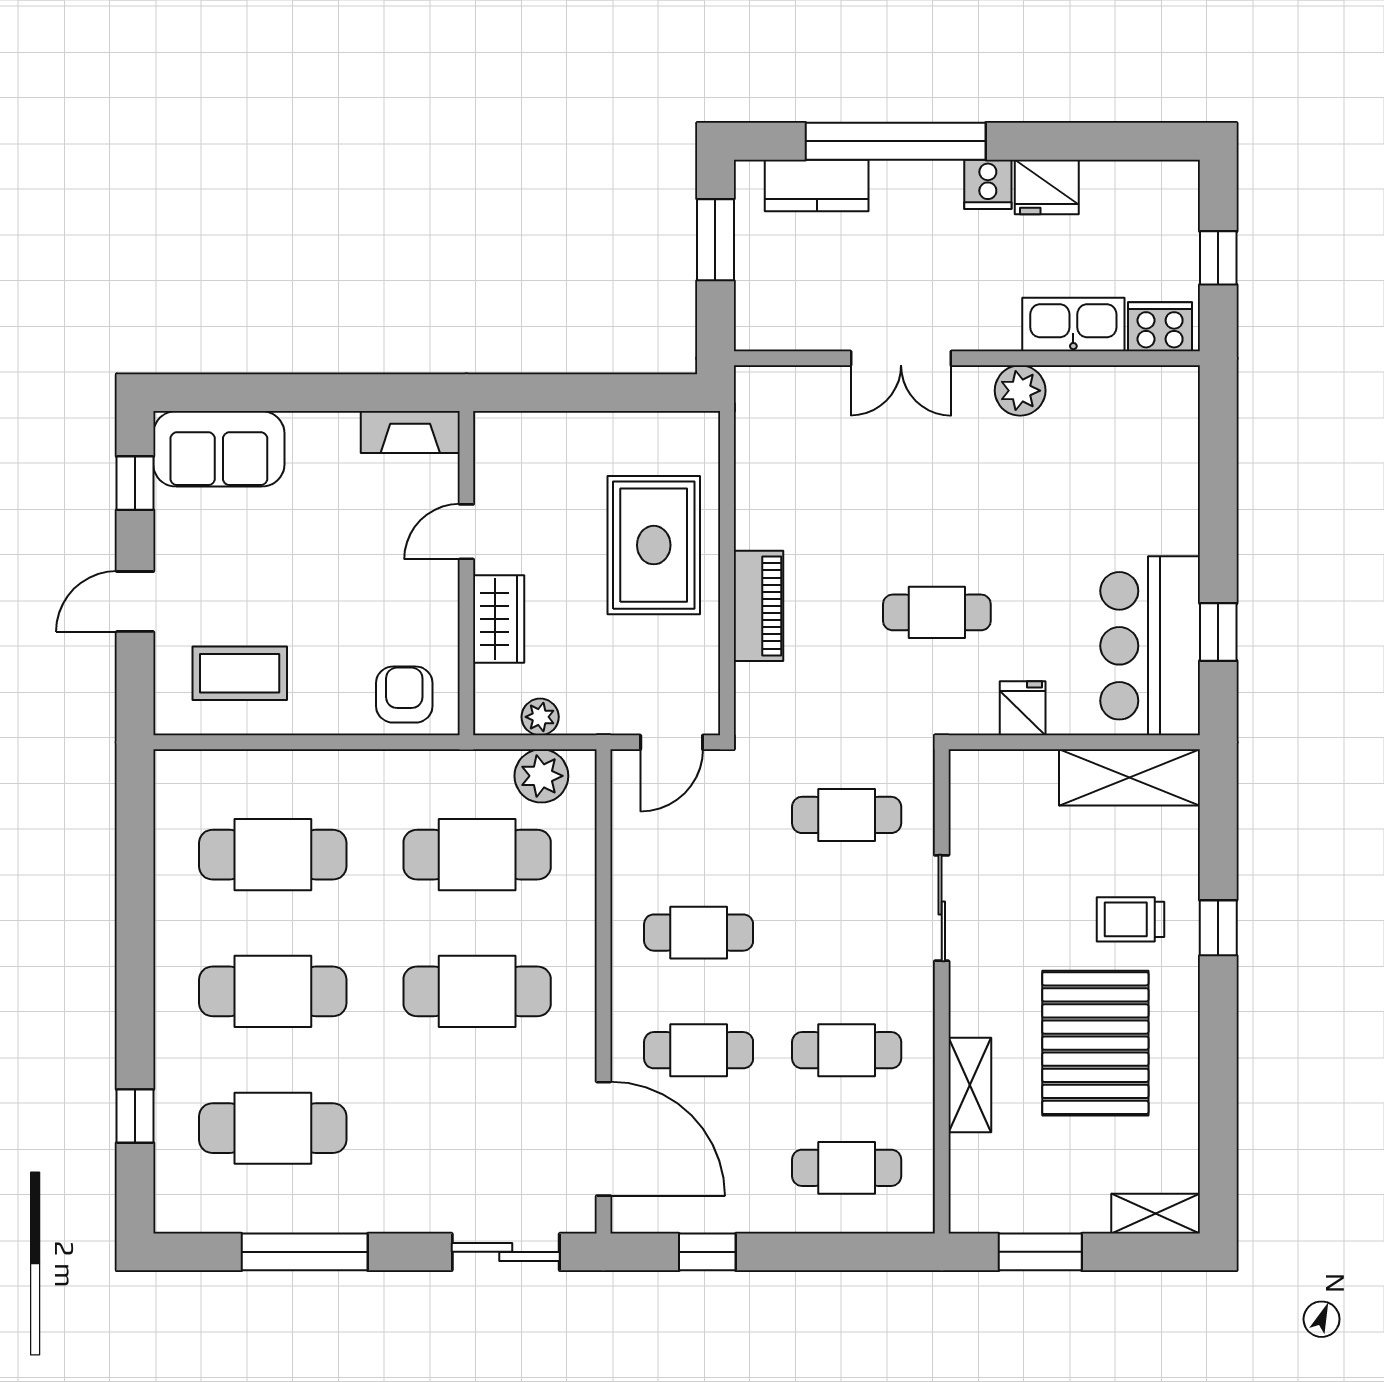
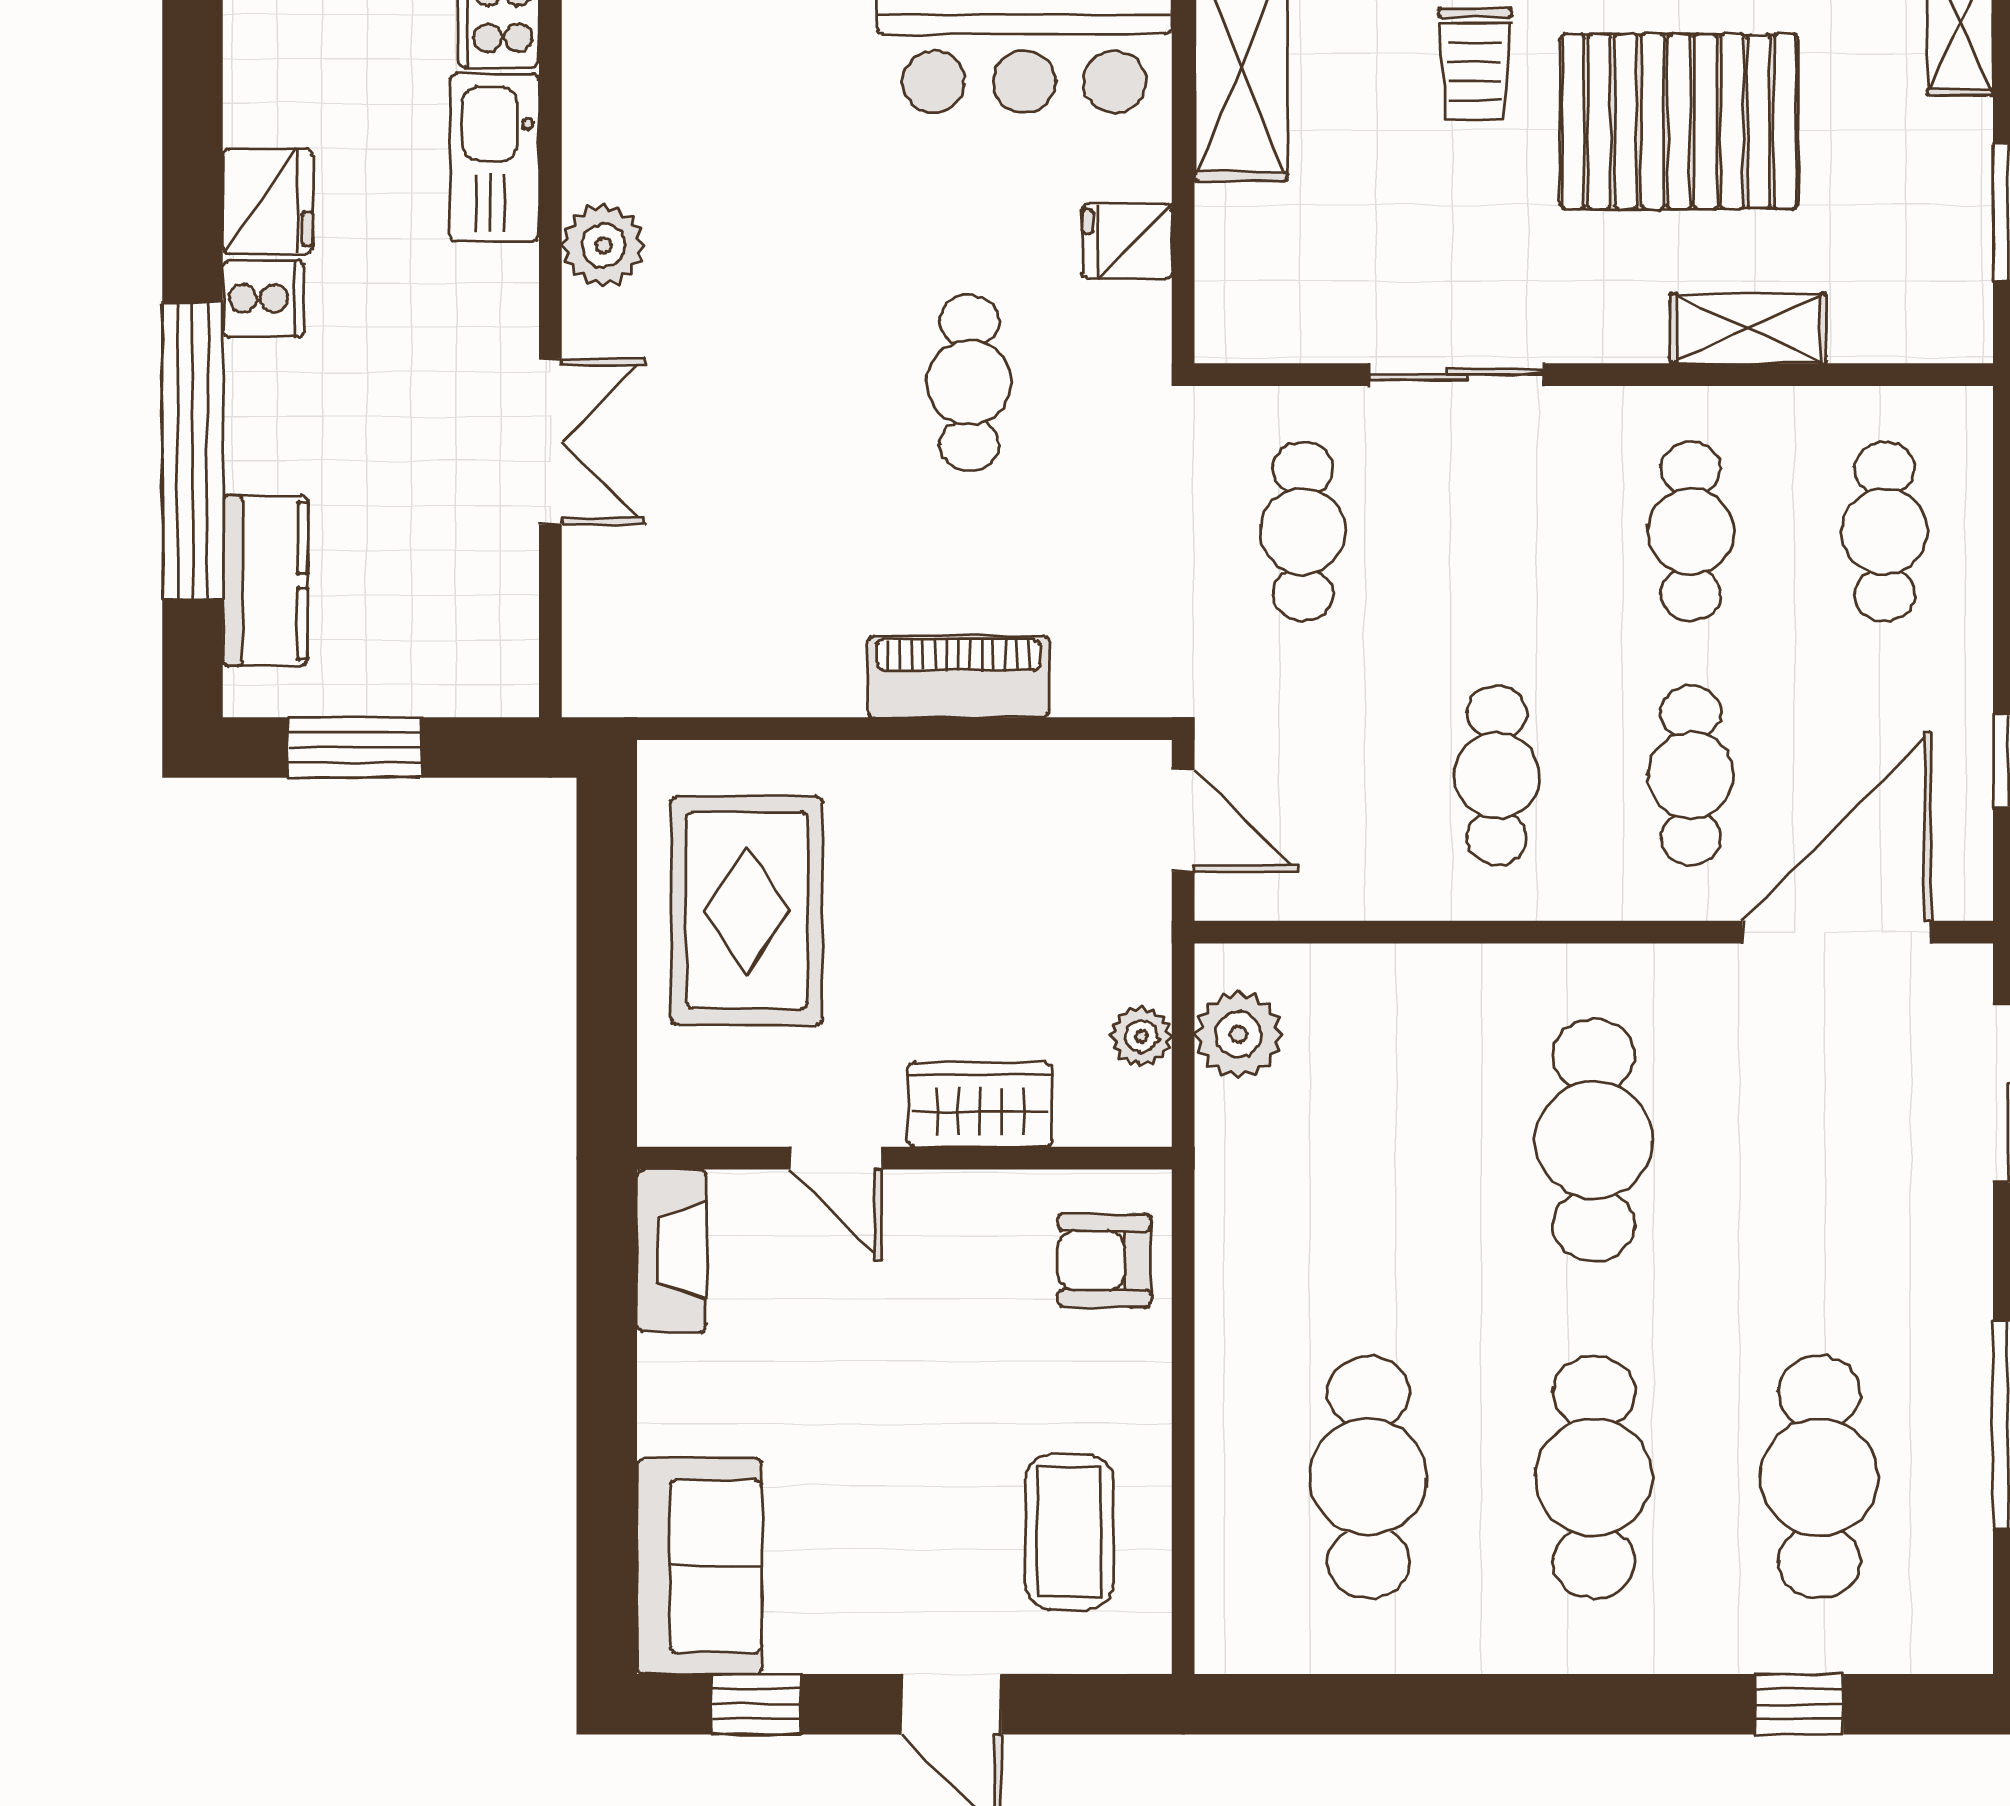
rug: (654, 545) -> (747, 911), moved, turned 90
cafe table: (477, 855) -> (1368, 1140), removed

